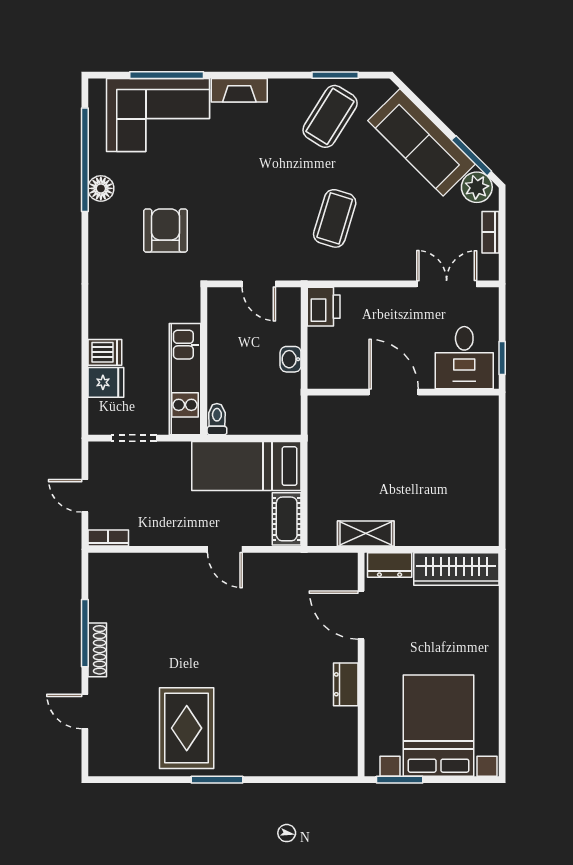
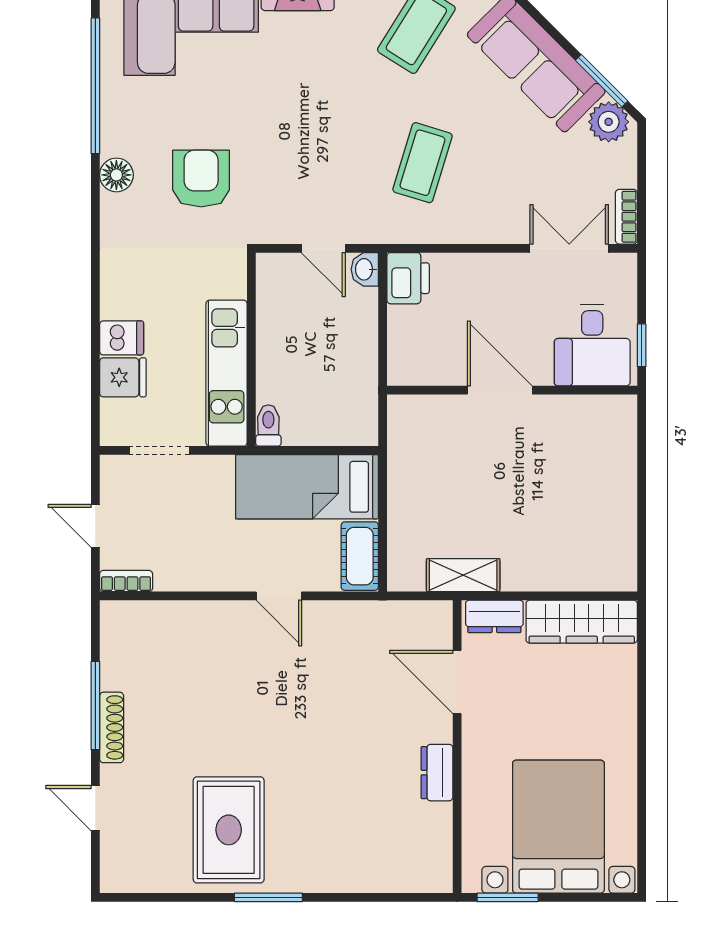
floor lamp: (101, 188) -> (116, 175), moved
bookcase: (490, 232) -> (626, 217), moved
washbasin: (291, 359) -> (365, 269), moved

